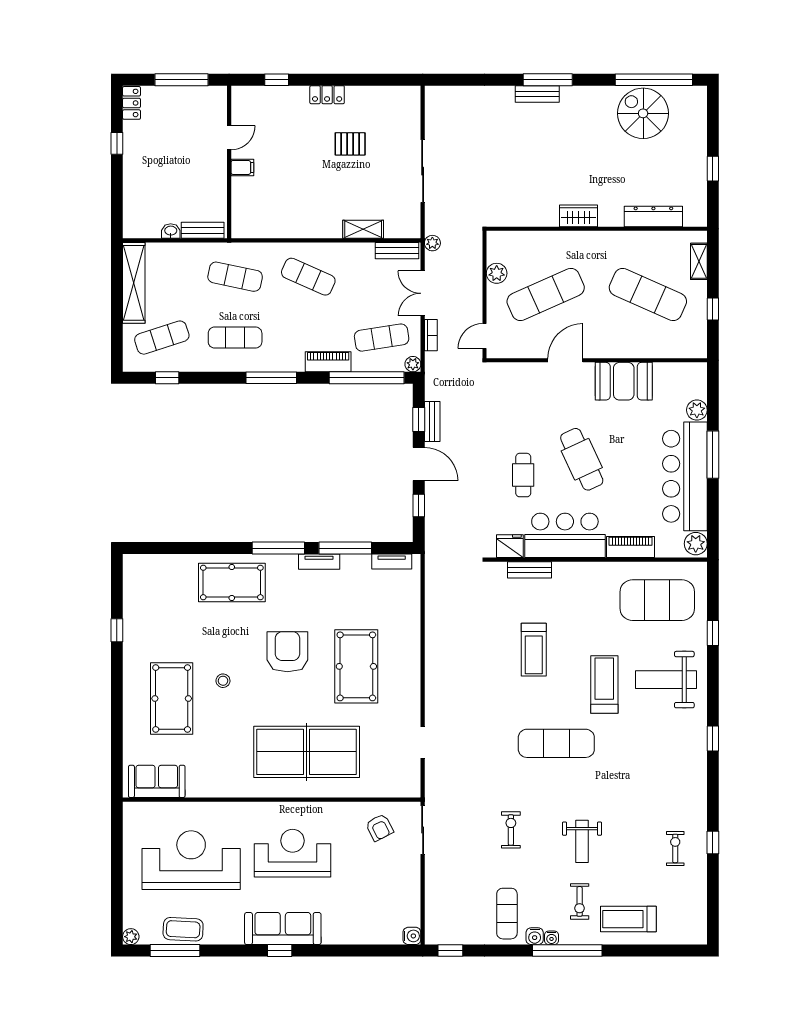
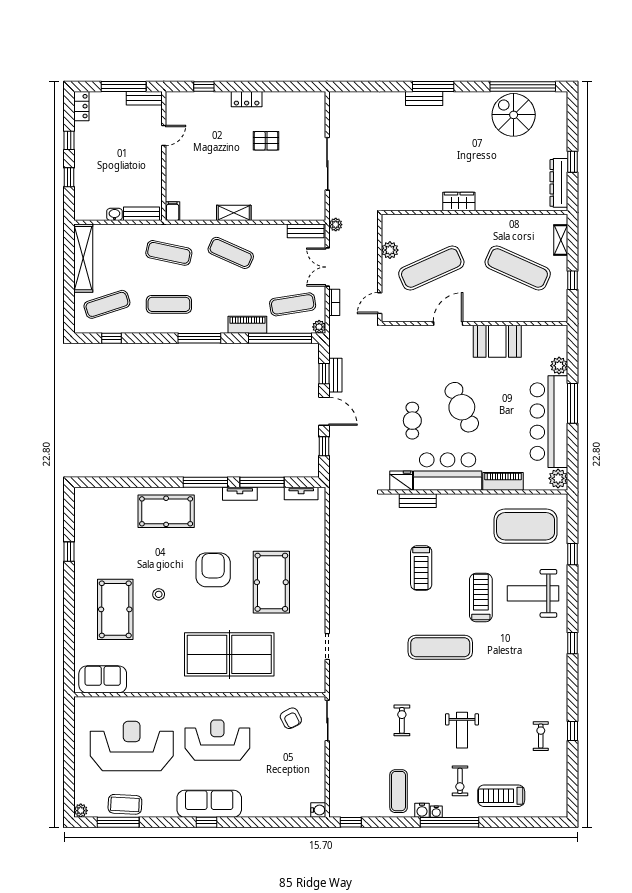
bench: (206, 94) -> (144, 98), added
filing cabinet: (242, 167) -> (173, 211), moved, turned -90
window: (117, 187) -> (69, 177), added
dresser: (653, 216) -> (559, 183), moved, turned -90
shelving: (363, 229) -> (234, 213), moved

